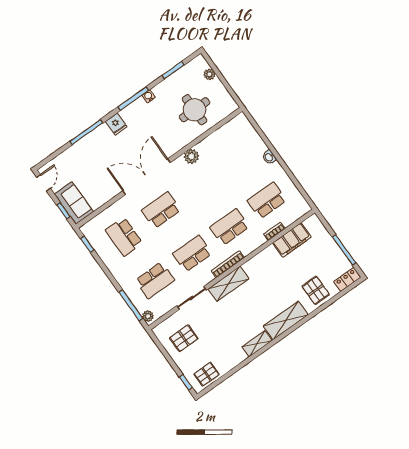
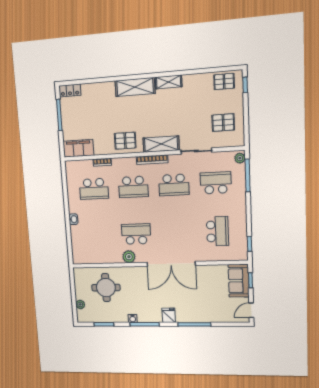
school desk: (161, 210) -> (136, 234), moved, turned 180
filing cabinet: (292, 240) -> (78, 148), moved
pallet: (316, 290) -> (125, 141), moved, turned 90

